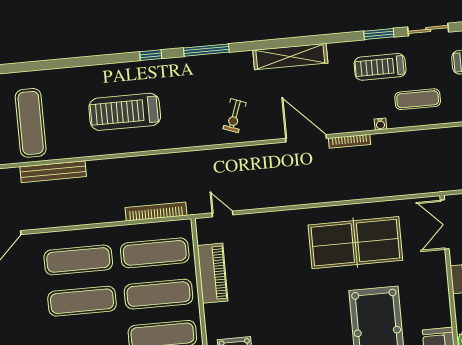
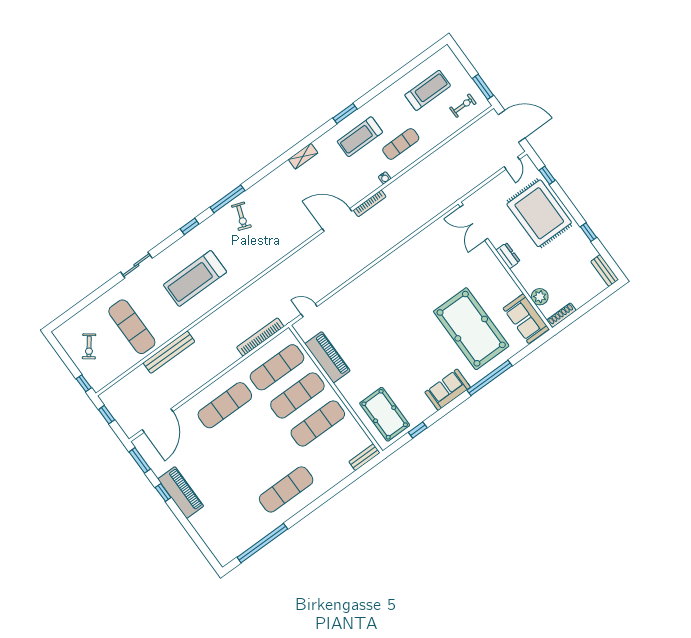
sliding door: (428, 29) -> (136, 265), moved
shelving: (290, 57) -> (303, 156), width x0.45, depth x0.75
exercise bike: (235, 116) -> (241, 216), moved
table tennis table: (355, 243) -> (417, 274), removed
exercise mat: (82, 301) -> (245, 433), removed

